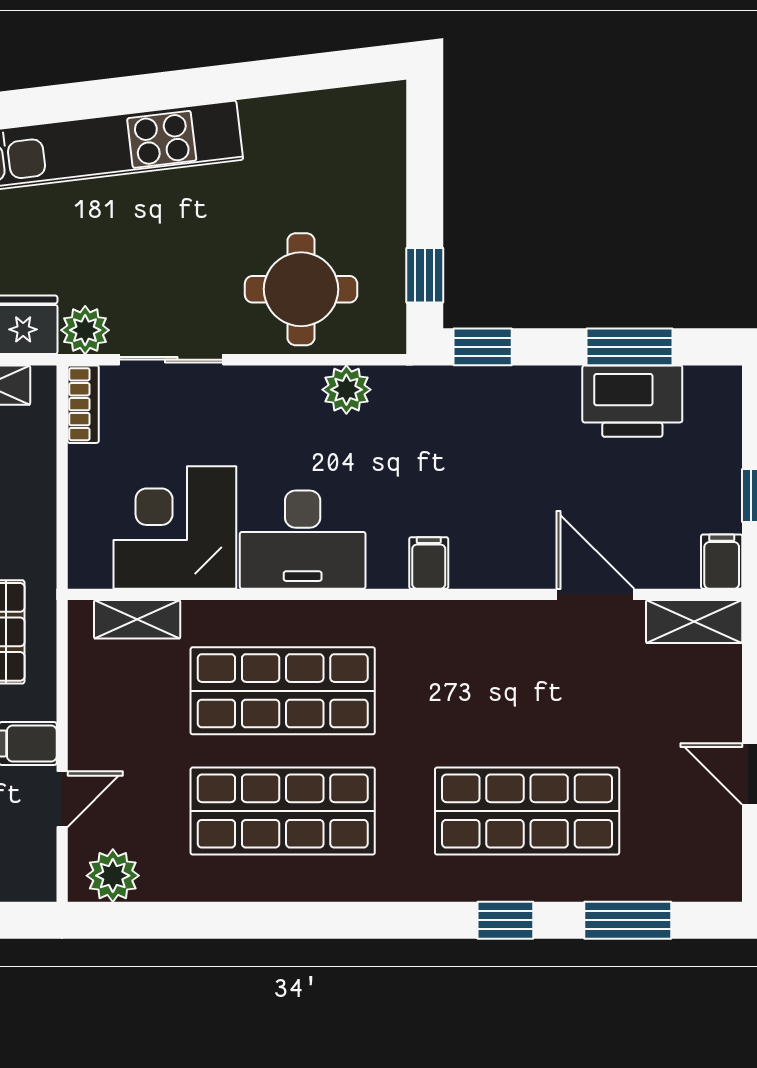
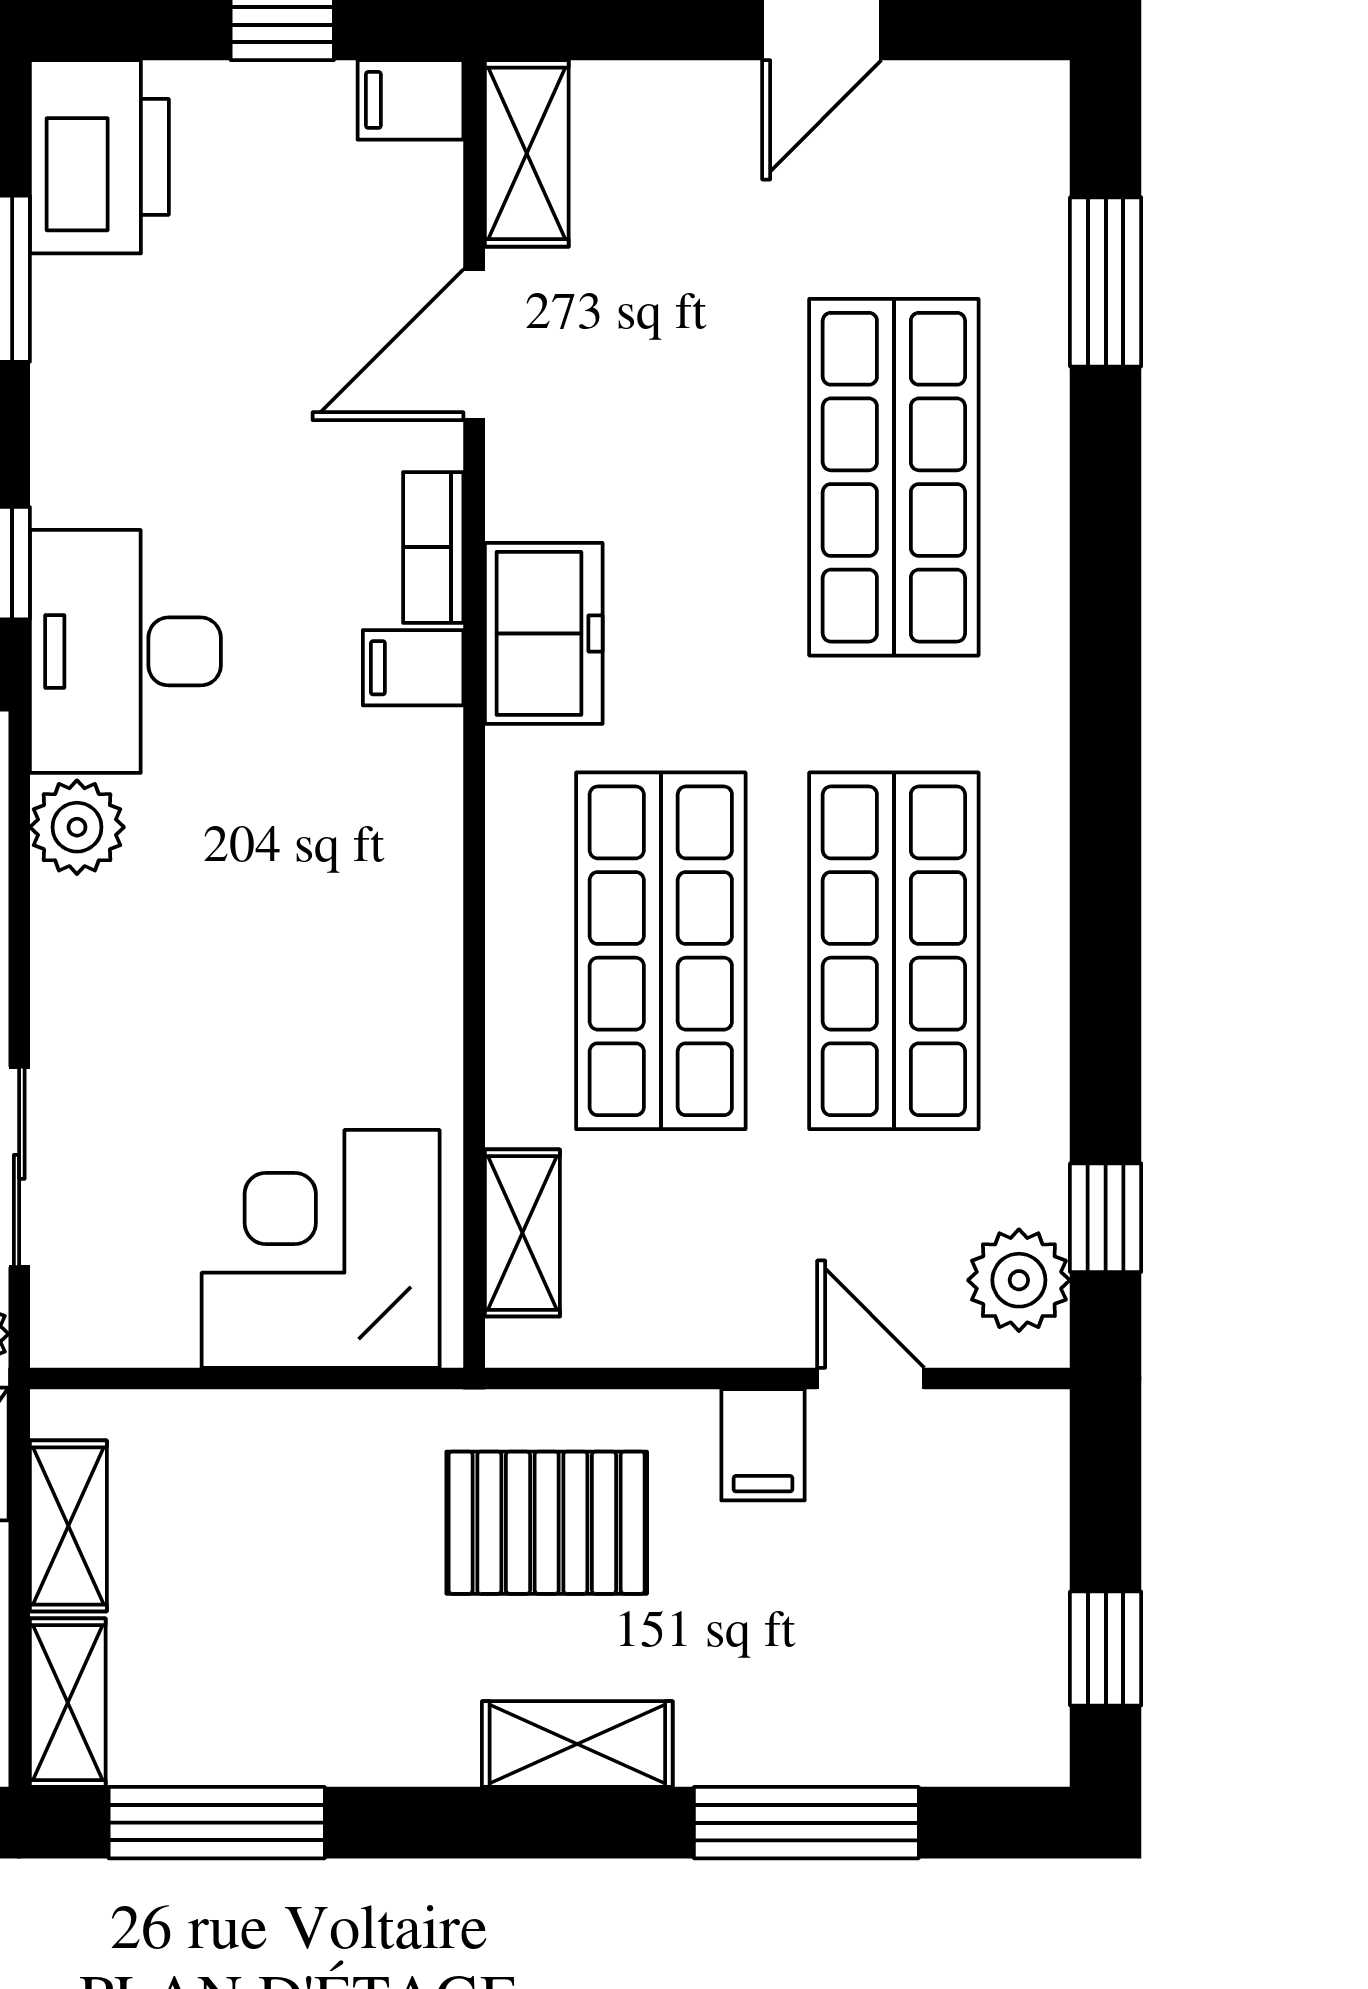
printer: (632, 401) -> (99, 157), moved
bookcase: (83, 404) -> (433, 547), moved, turned -90
corner desk: (175, 528) -> (321, 1249), moved, turned 90
desk: (303, 540) -> (125, 651), moved, turned 180
freezer: (446, 630) -> (544, 633), added
window: (505, 920) -> (1106, 1218), moved

